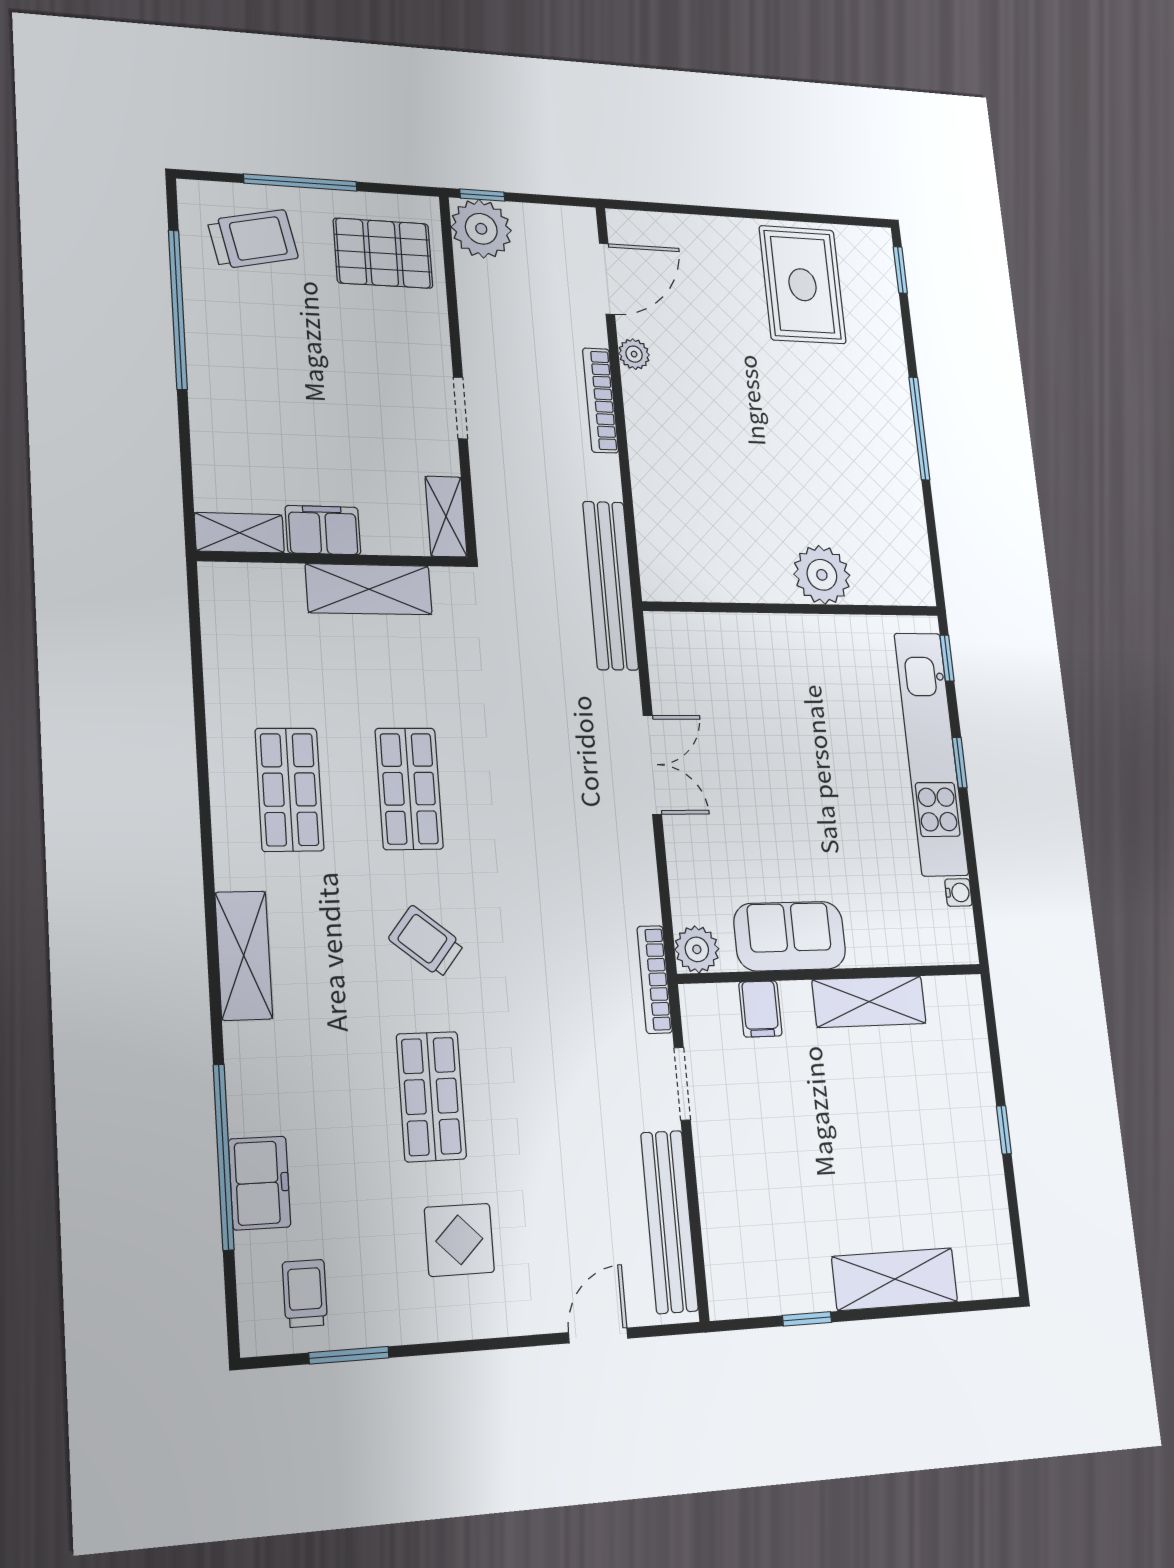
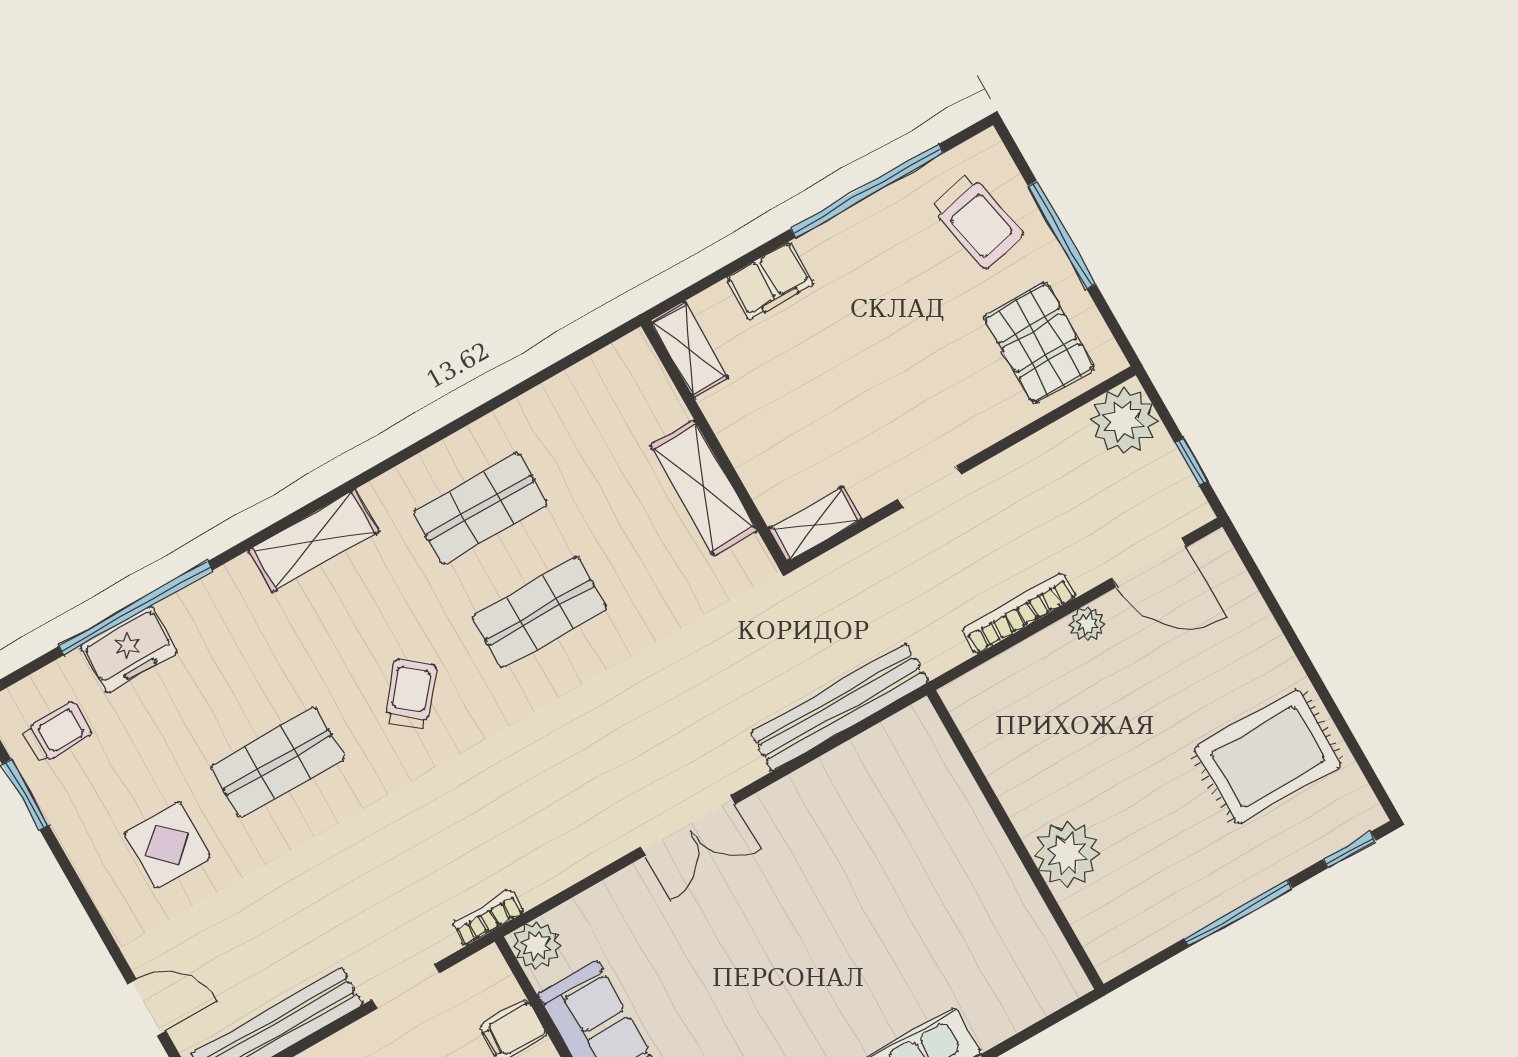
window: (482, 195) -> (1191, 462), moved
window: (919, 428) -> (1238, 913), moved
filing cabinet: (323, 530) -> (770, 281), moved, turned 90
plant: (822, 575) -> (1067, 854), moved
wall: (793, 609) -> (1015, 840), moved
bookcase: (655, 979) -> (488, 918), width x0.64

